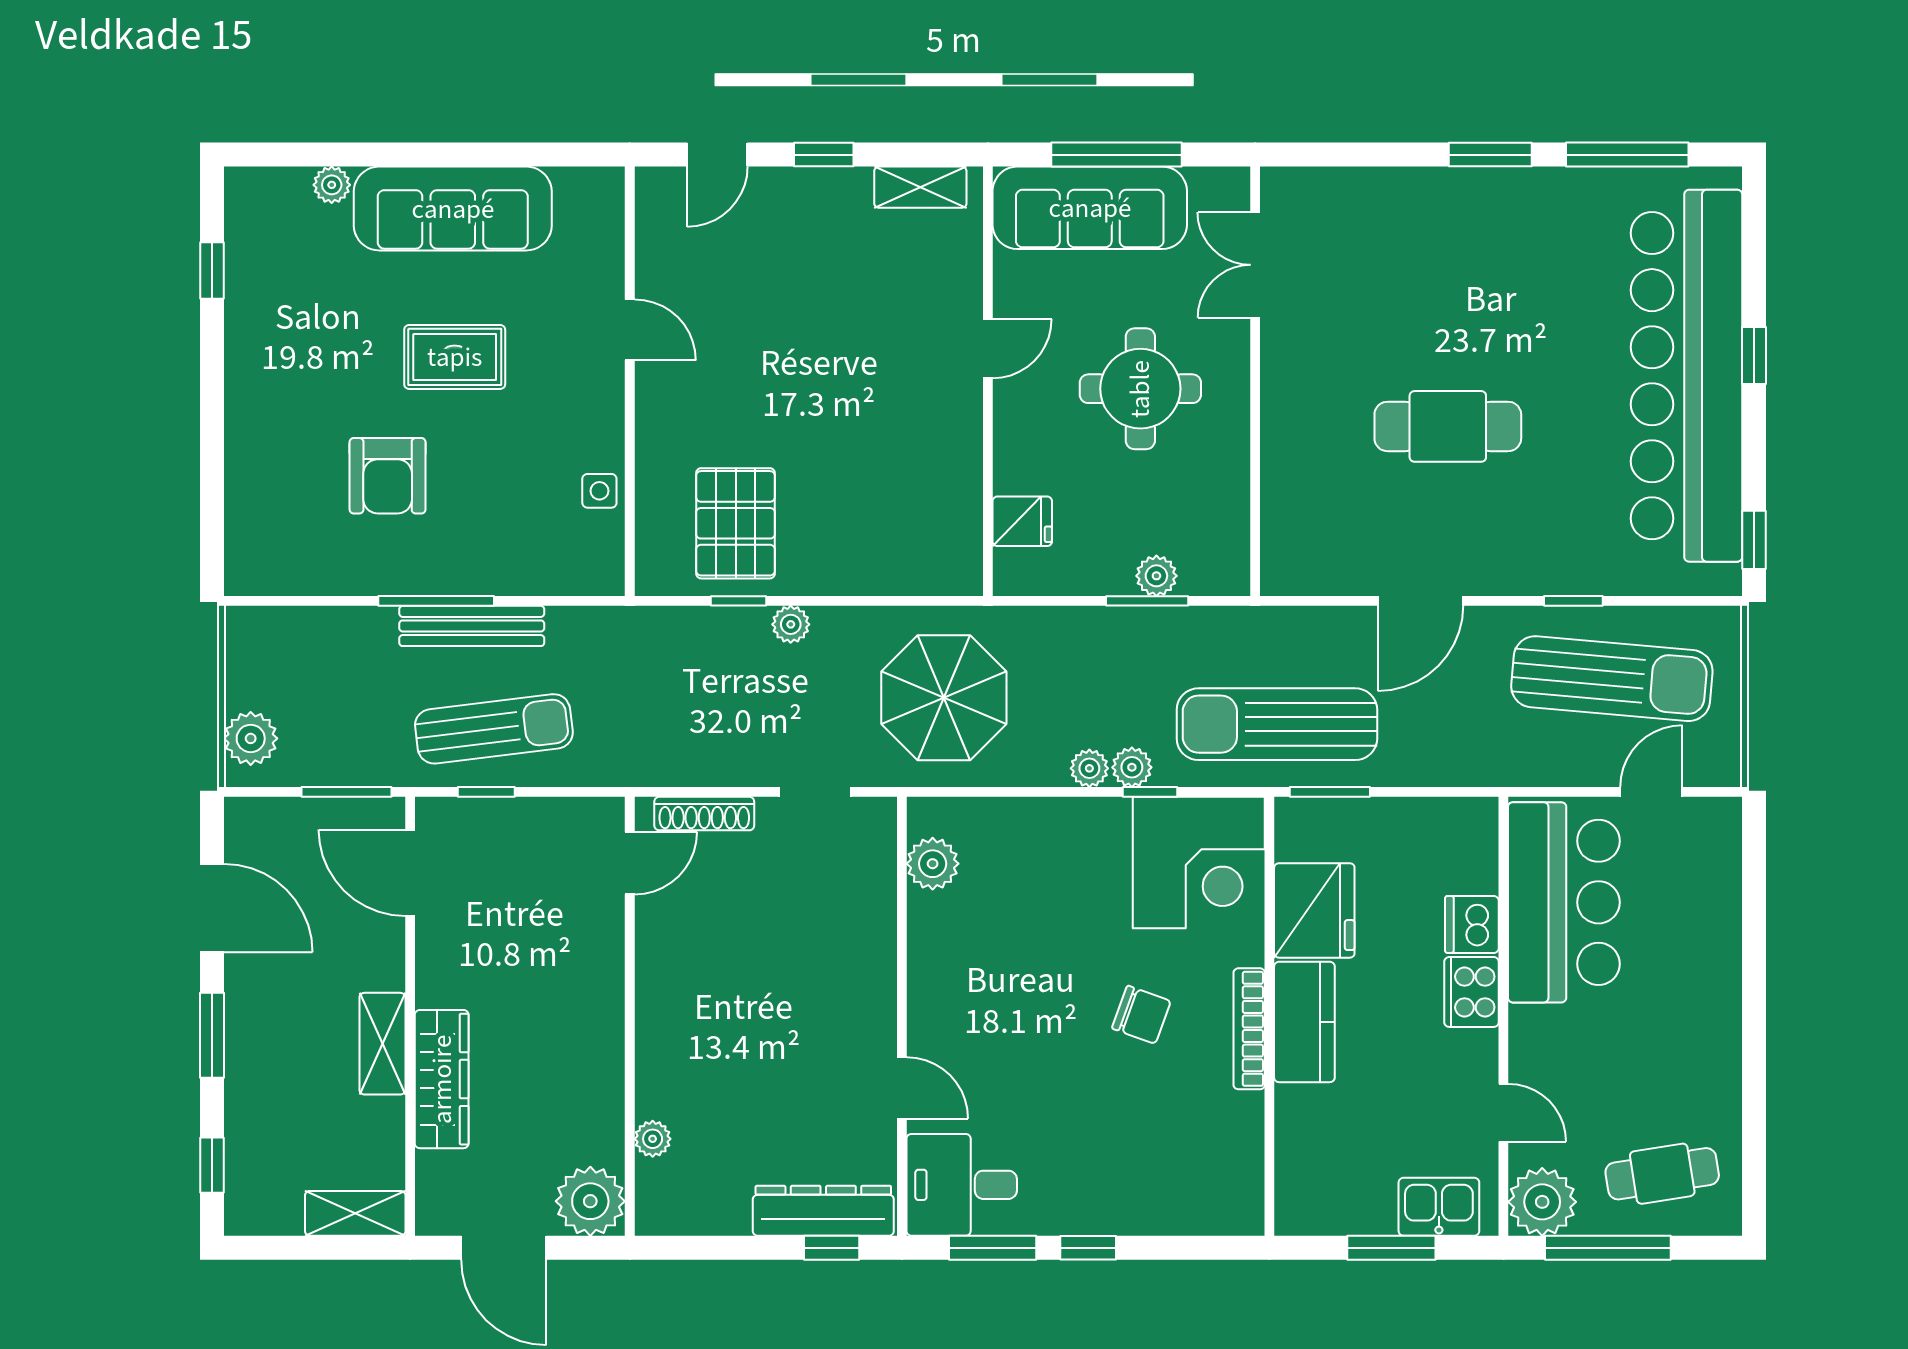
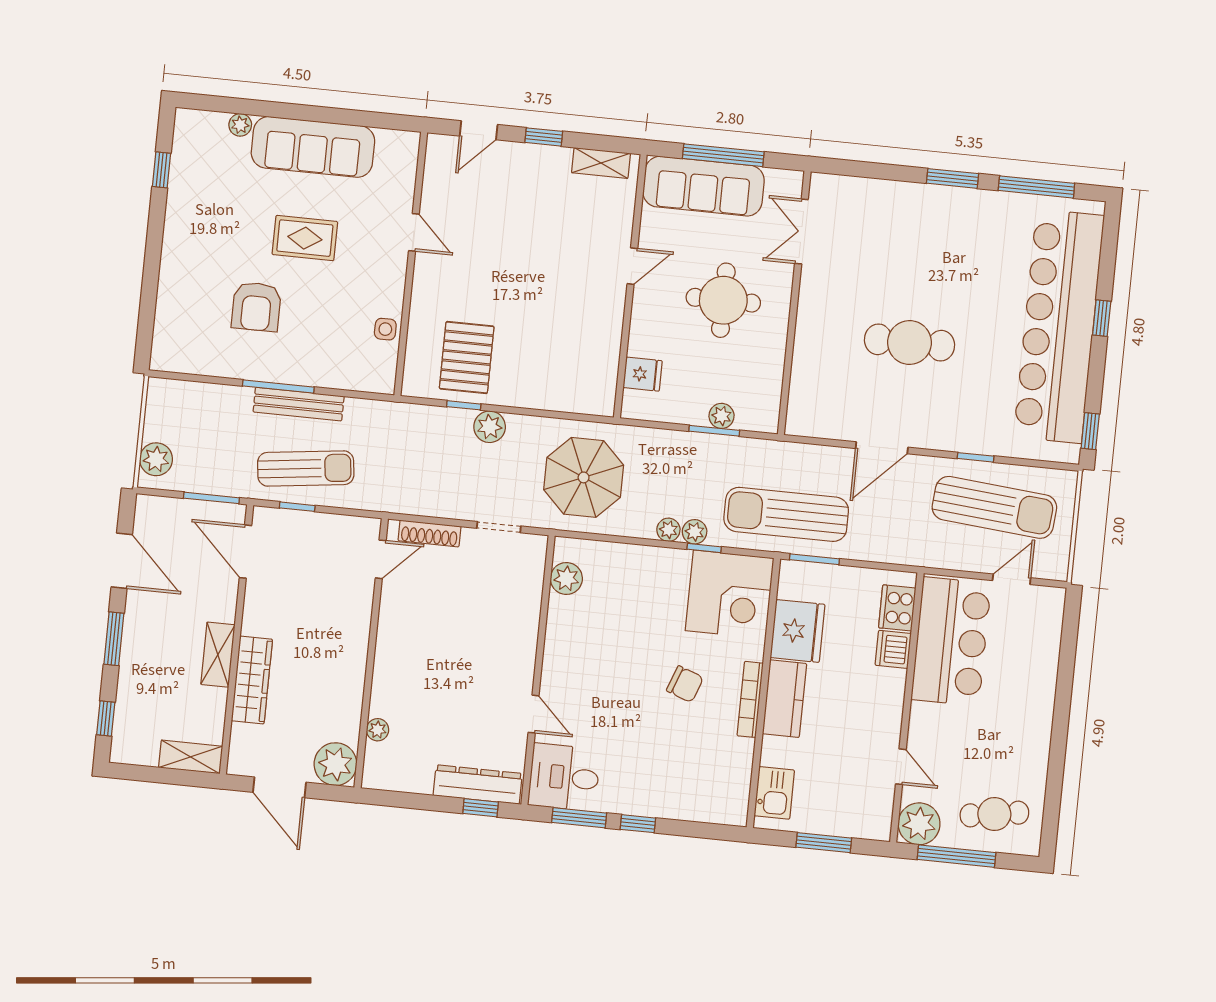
plant: (791, 624) -> (490, 427), width x1.38, depth x1.38
cooker: (1472, 992) -> (897, 608), moved
kitchen sink: (1439, 1207) -> (774, 793), moved, turned 90

